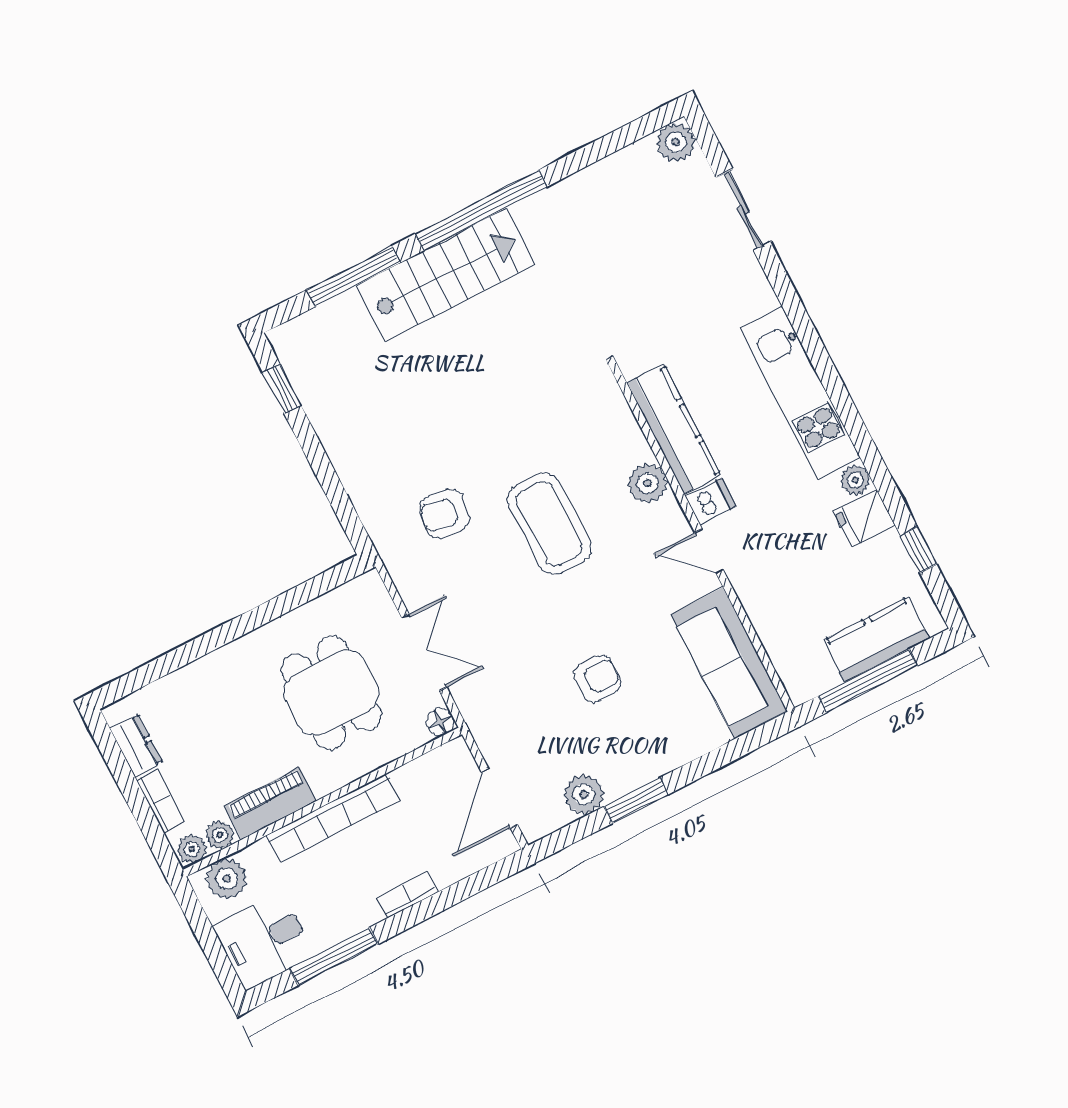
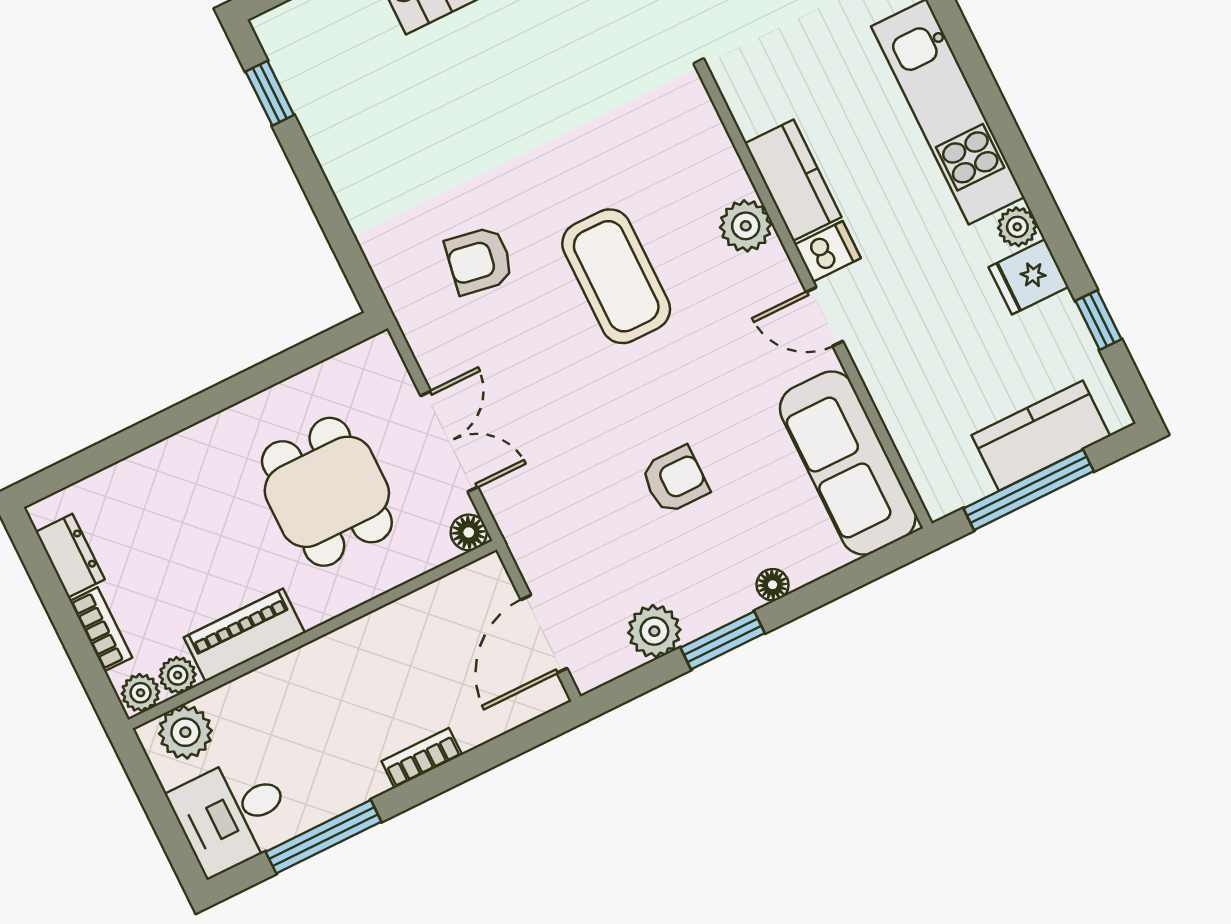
kitchen counter: (674, 429) -> (793, 180), width x0.67
floor lamp: (673, 757) -> (773, 585), added
bookcase: (334, 818) -> (327, 655), removed

